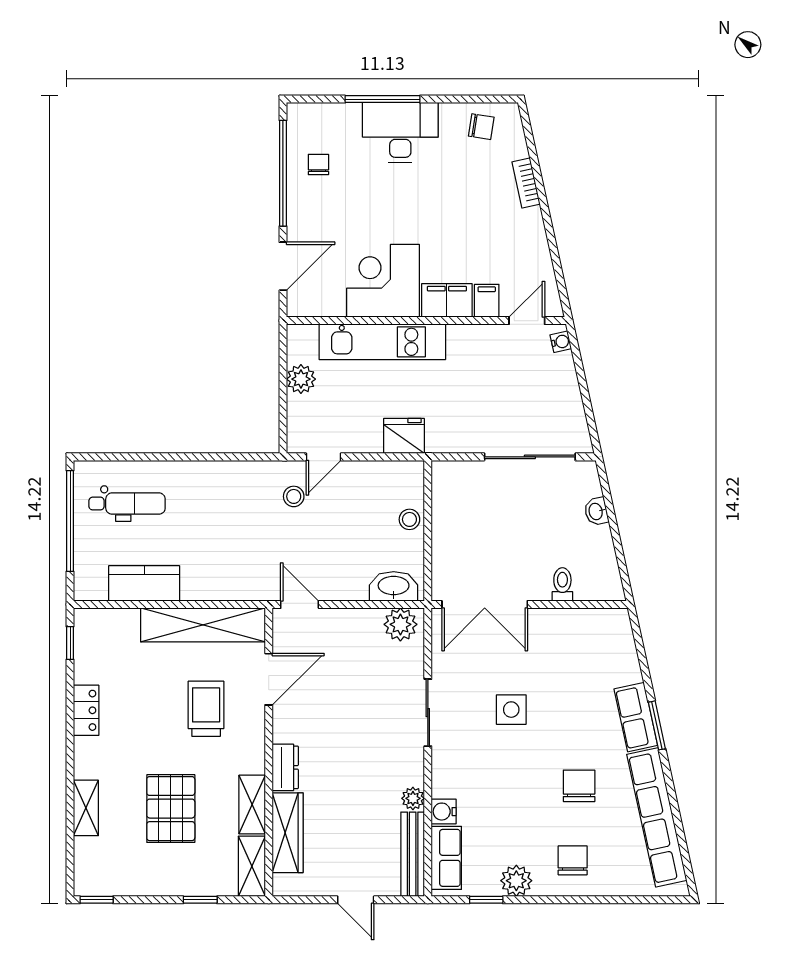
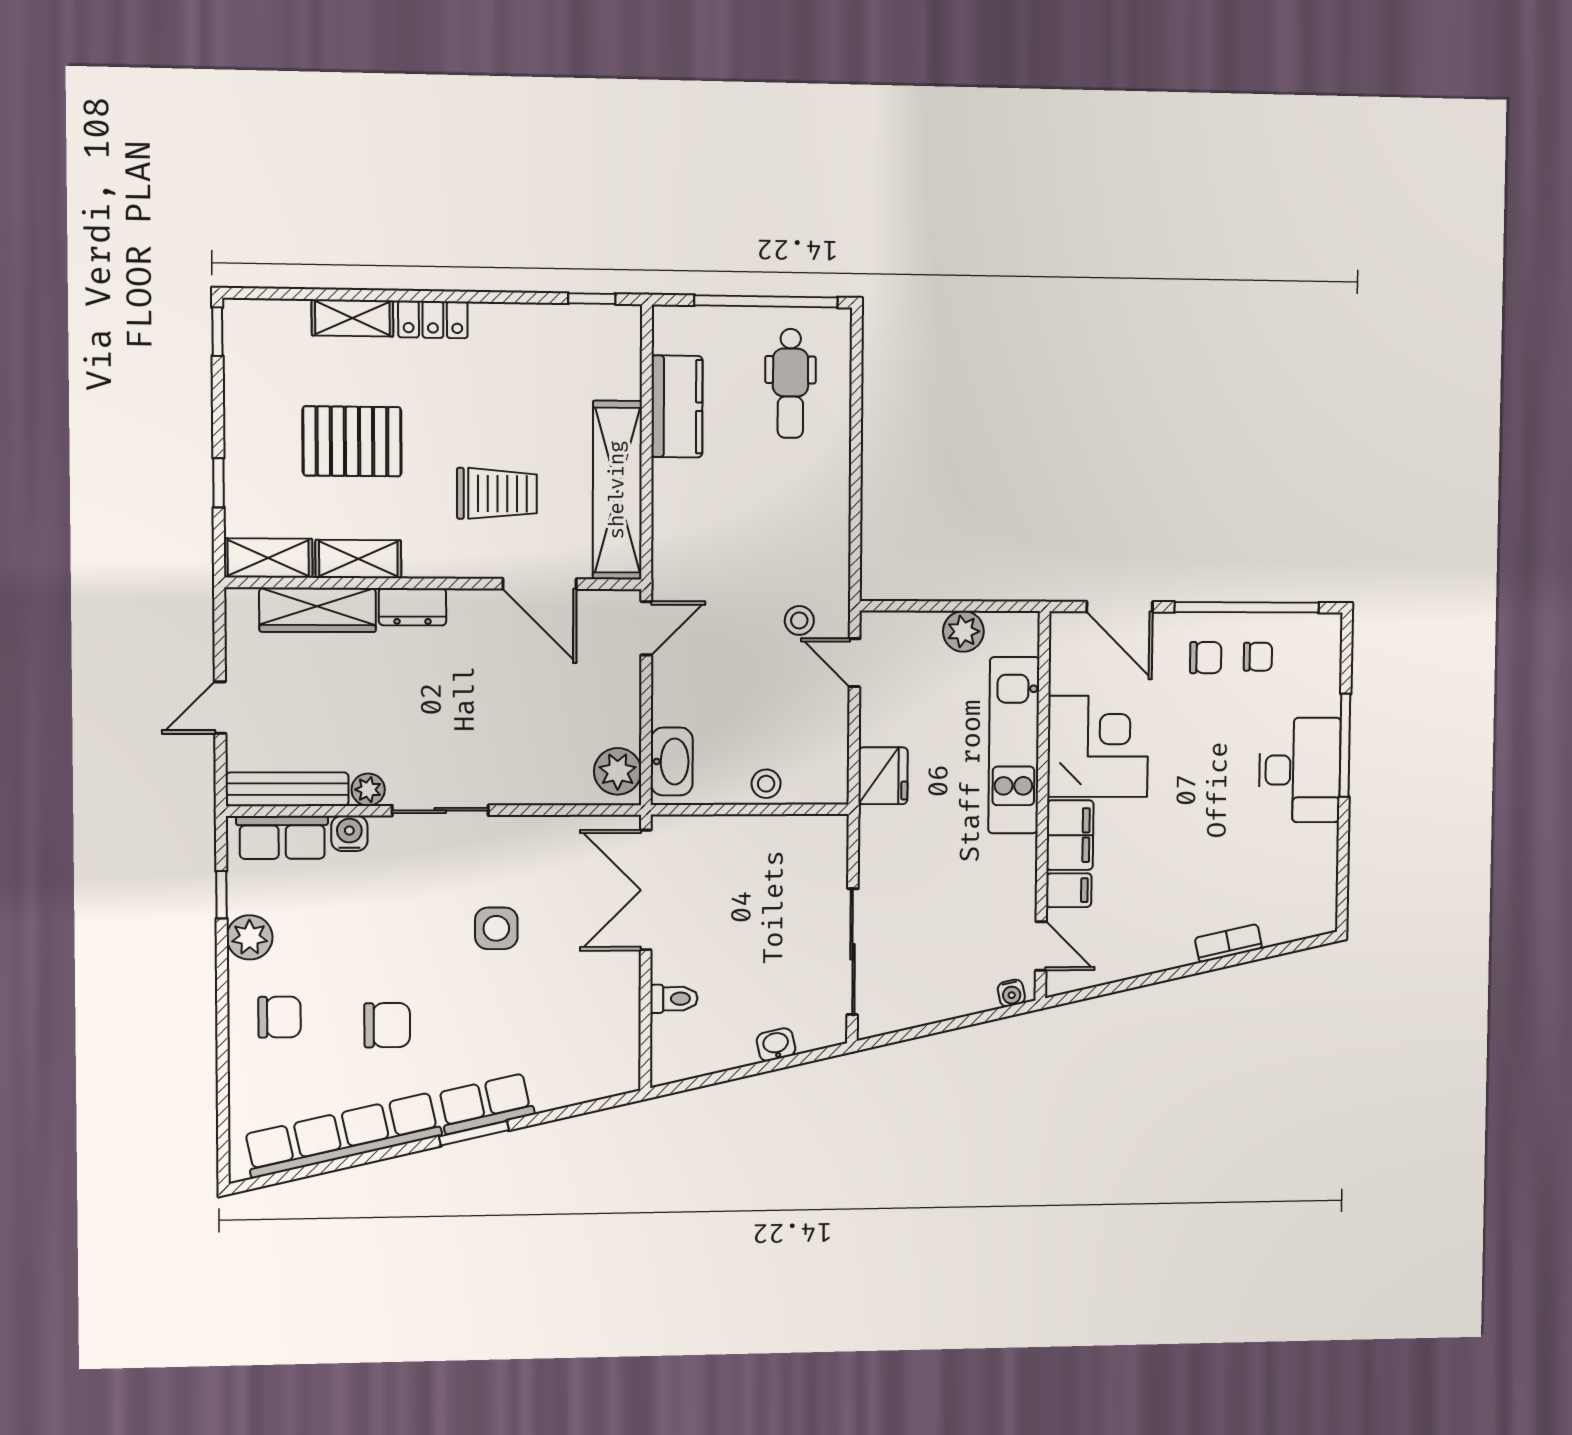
chair: (481, 127) -> (1206, 658), moved, turned -99
locker: (86, 710) -> (433, 319), moved
sliding door: (428, 713) -> (440, 810), moved

